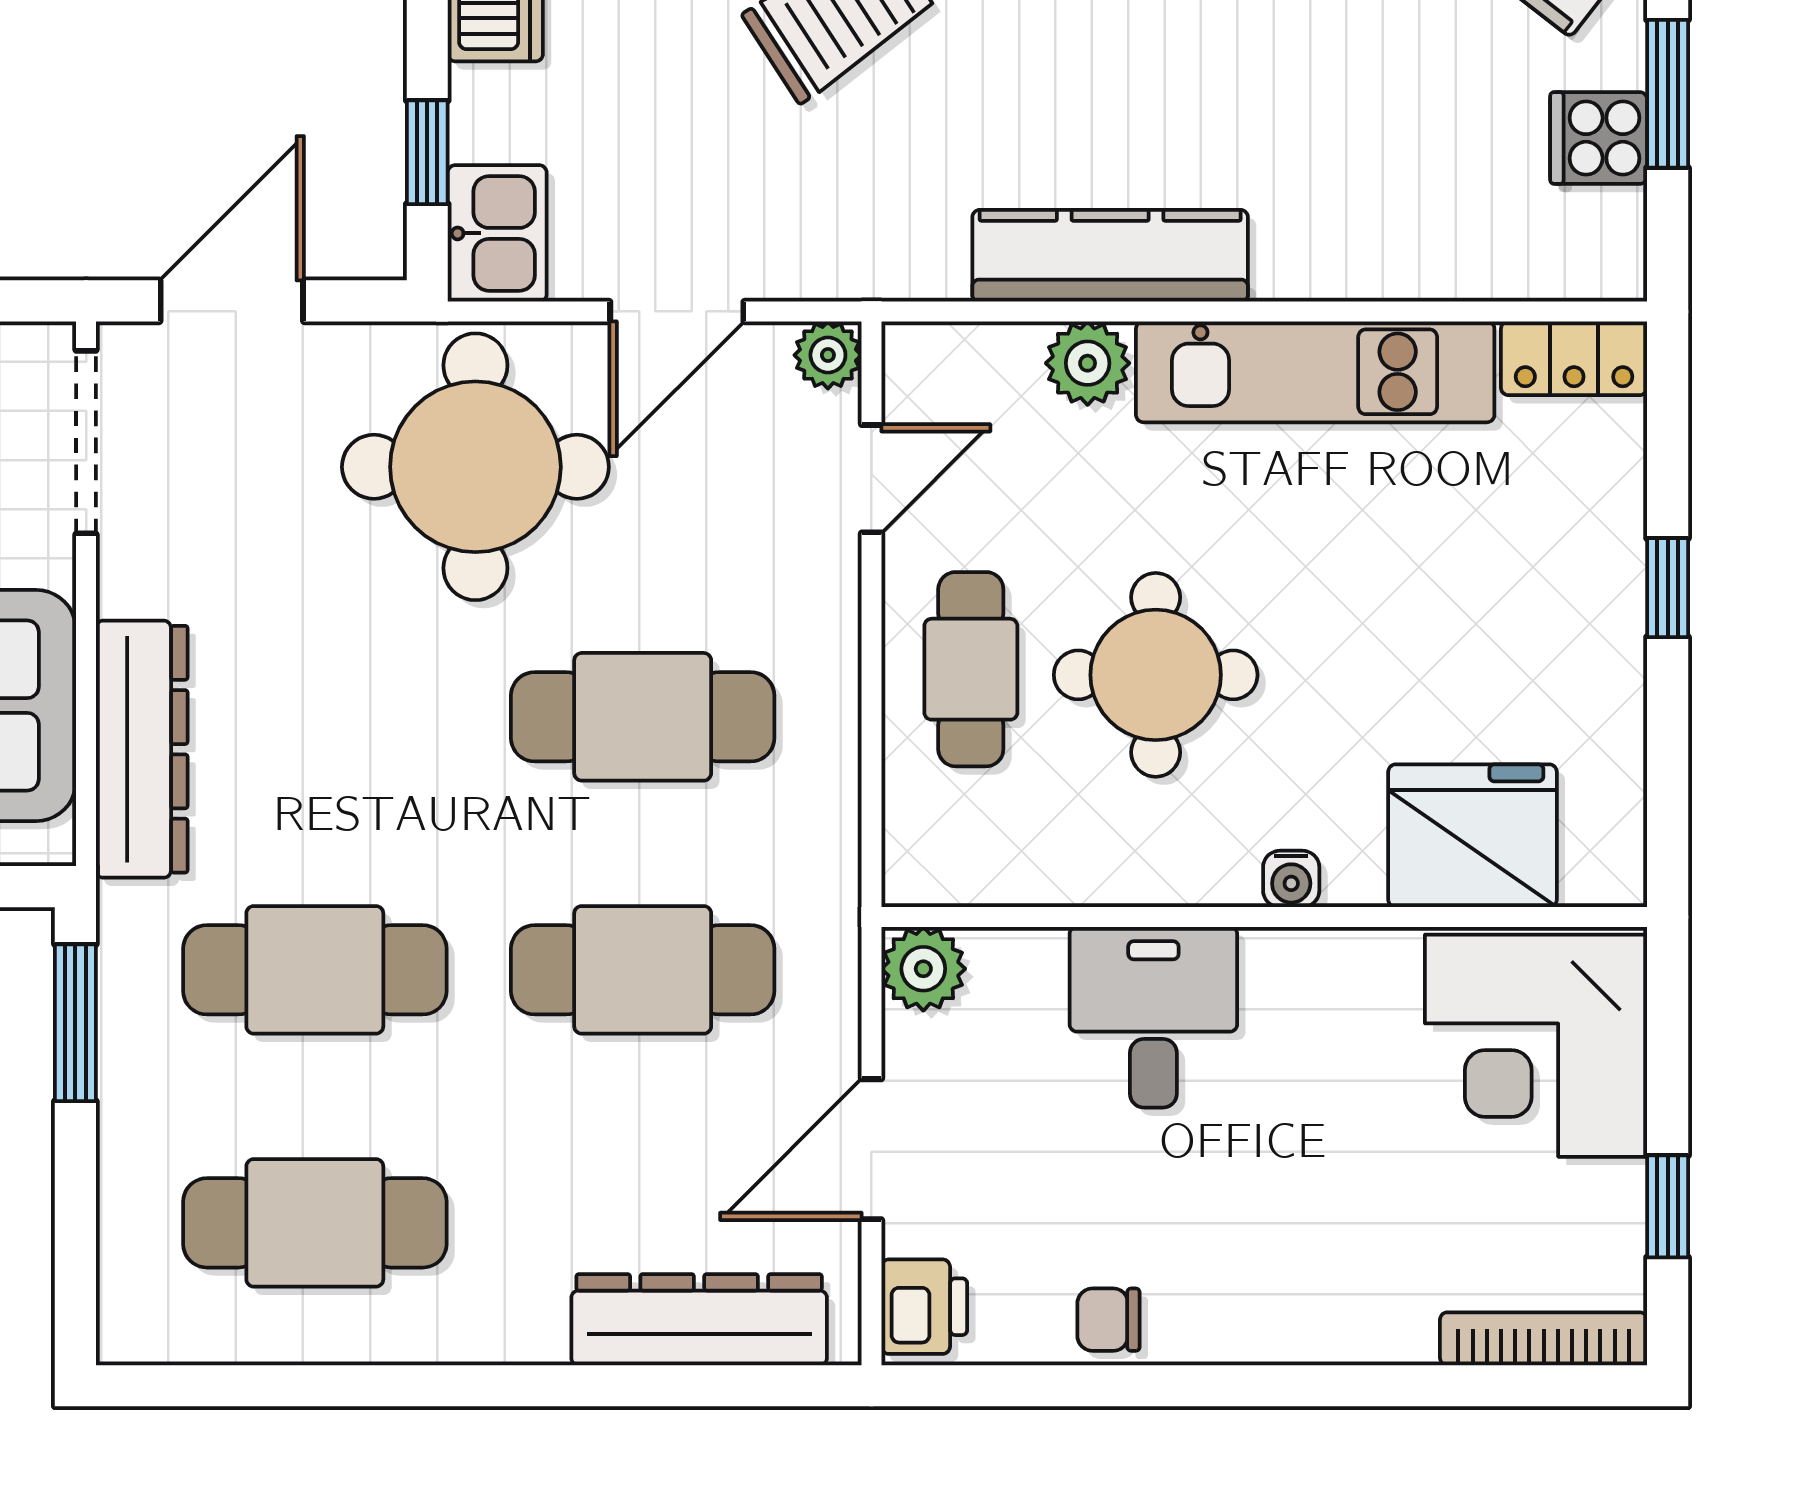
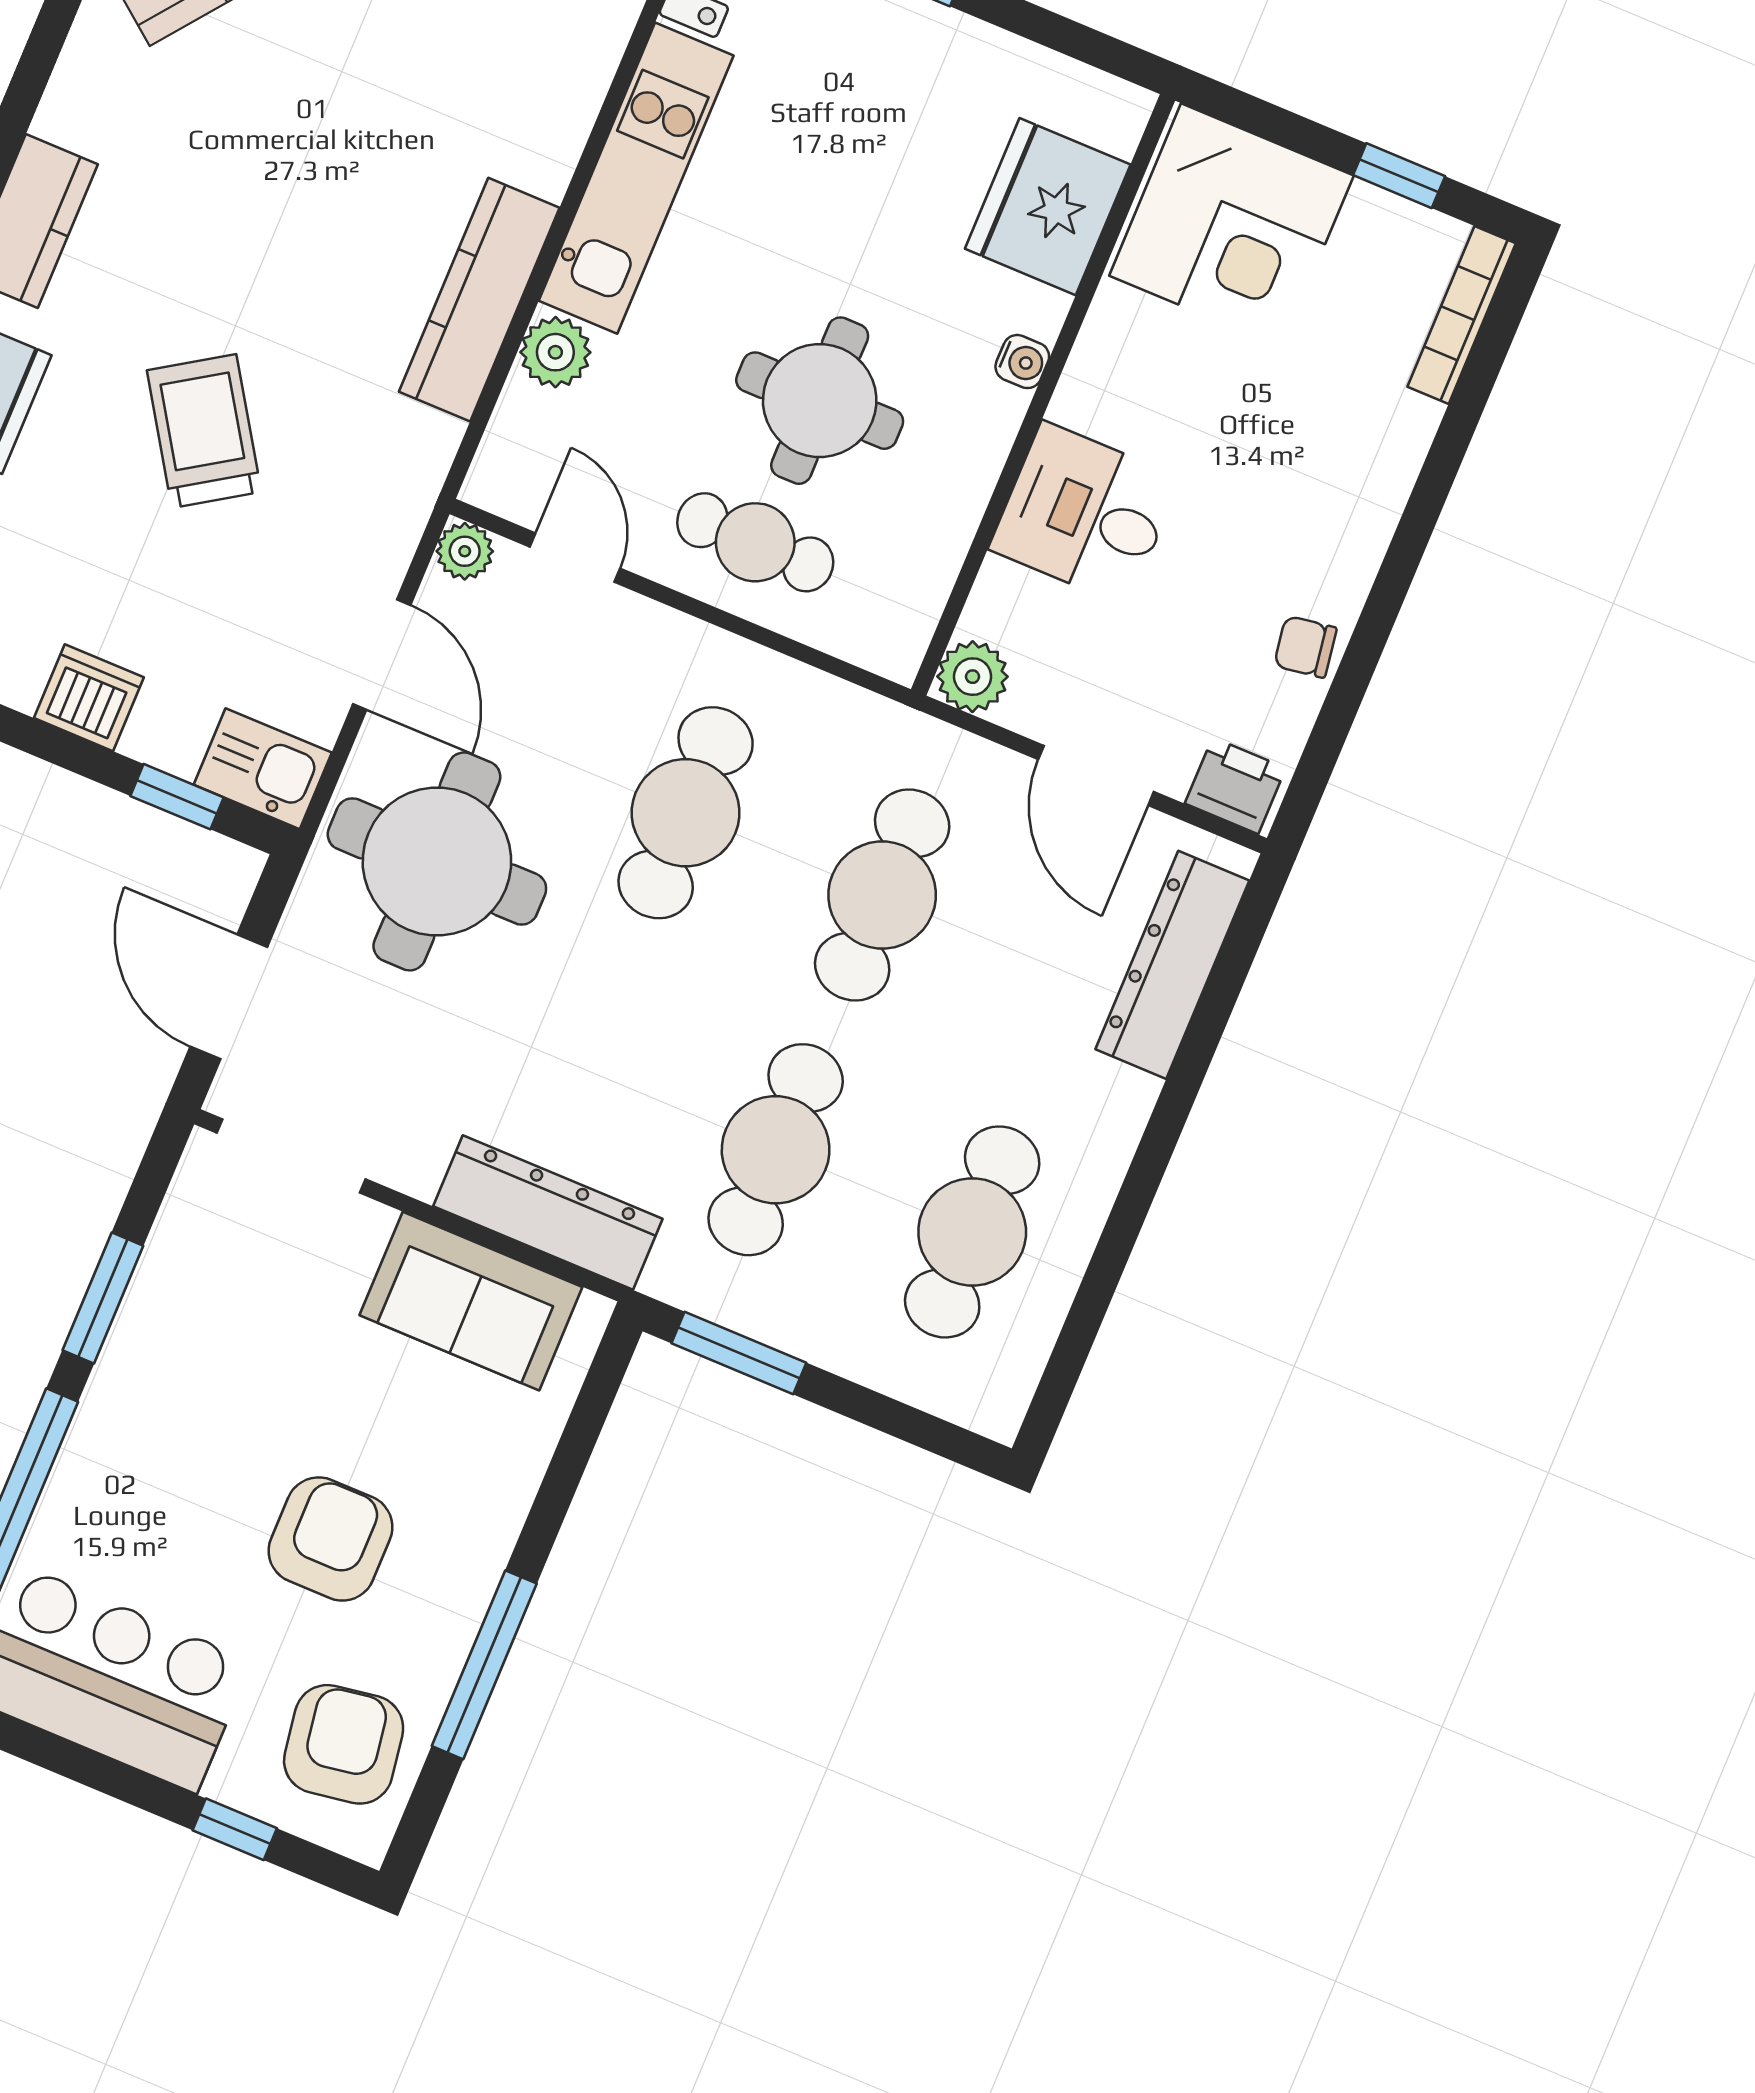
chair: (1108, 1320) -> (1305, 647), turned 81

